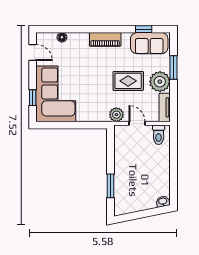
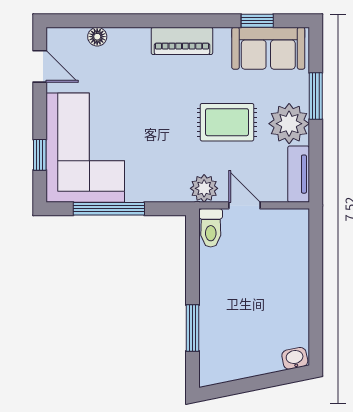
window: (68, 125) -> (109, 209), added
toilet: (159, 135) -> (211, 228), moved

